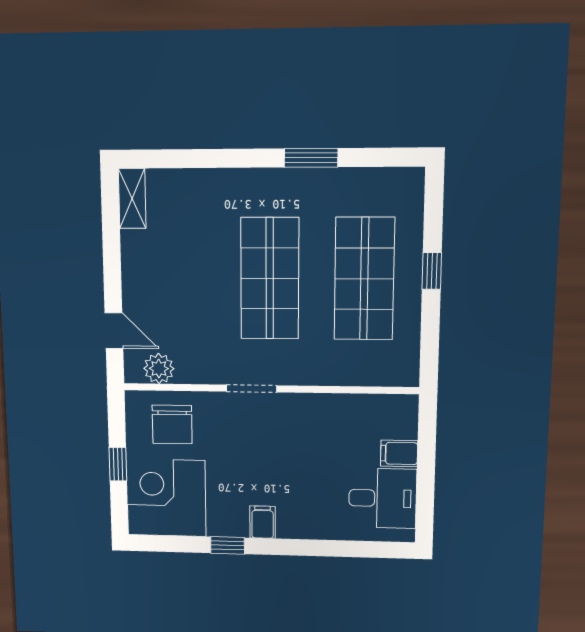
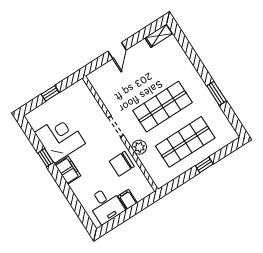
door: (114, 330) -> (117, 51), moved
plant: (159, 369) -> (139, 147), moved
chair: (172, 424) -> (122, 164), moved
corner desk: (166, 498) -> (60, 138), moved
filing cabinet: (263, 522) -> (68, 170), width x2.00

